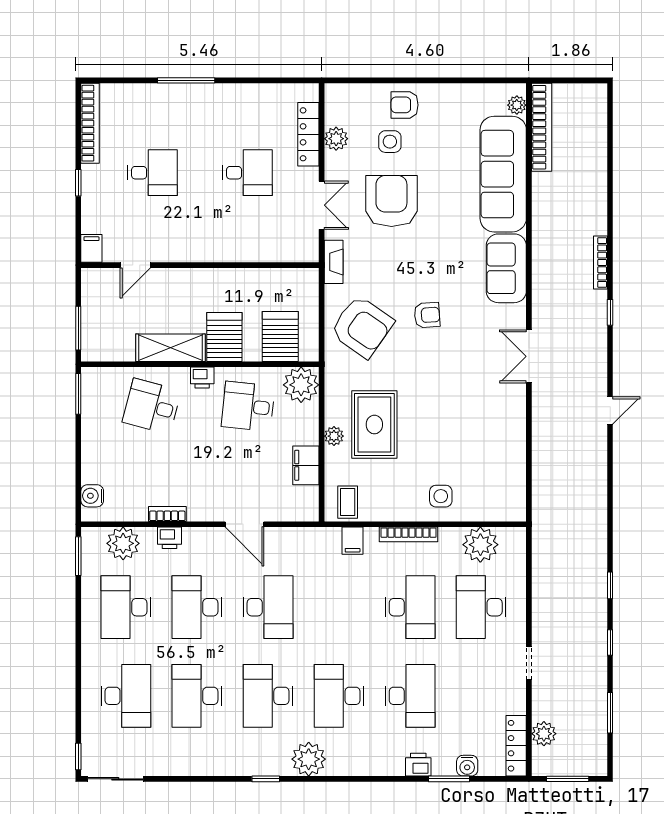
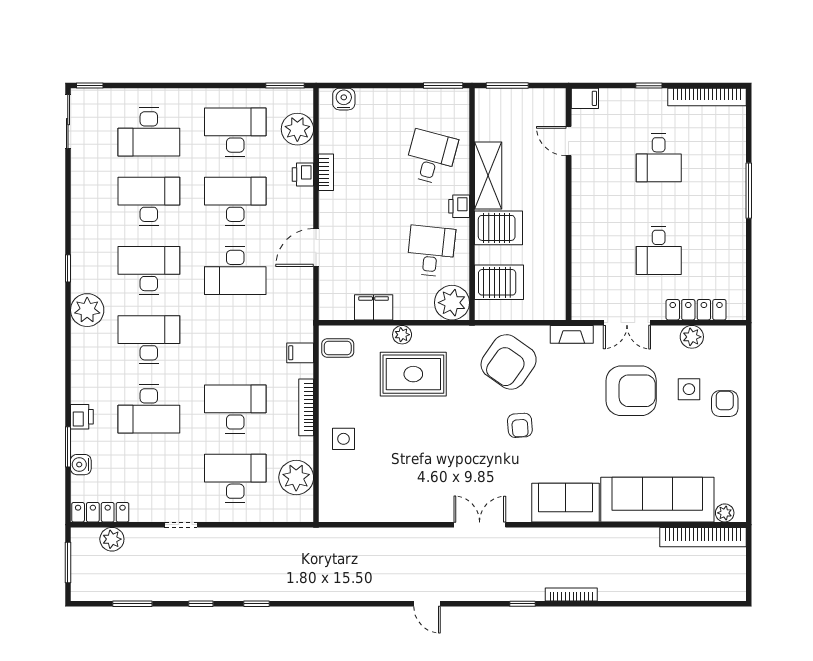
desk: (410, 607) -> (235, 409), turned 180

